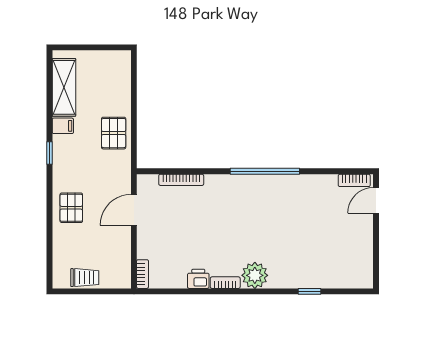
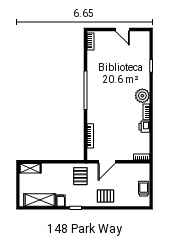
shelving: (122, 70) -> (30, 168), added
pallet: (114, 133) -> (80, 176), moved, turned 90
door: (376, 200) -> (122, 29), moved
door: (134, 210) -> (107, 162), hinge flipped

